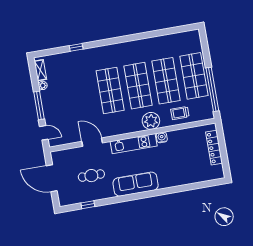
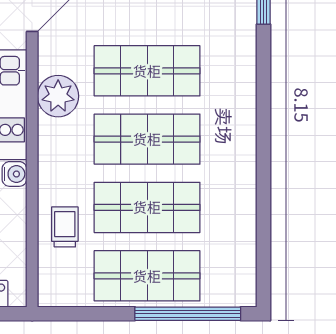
window: (212, 89) -> (188, 314), moved
plant: (151, 121) -> (58, 96), moved

